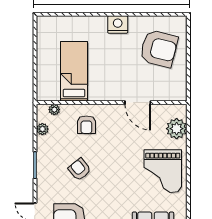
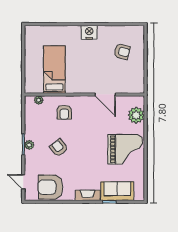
armchair: (159, 49) -> (122, 52), width x0.53, depth x0.53
plant: (42, 129) -> (29, 145), moved
grand piano: (163, 171) -> (125, 149), turned -90

